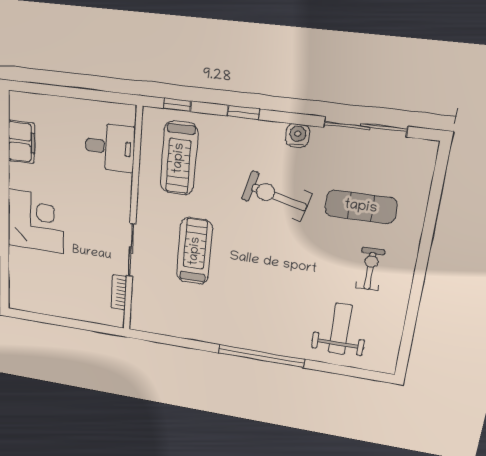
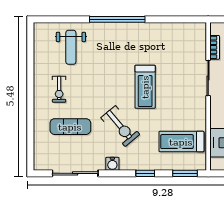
window: (177, 105) -> (185, 173), width x1.50
treadmill: (179, 158) -> (181, 142), turned -90
exercise bike: (276, 196) -> (120, 126), turned 36
treadmill: (195, 251) -> (145, 87), moved

